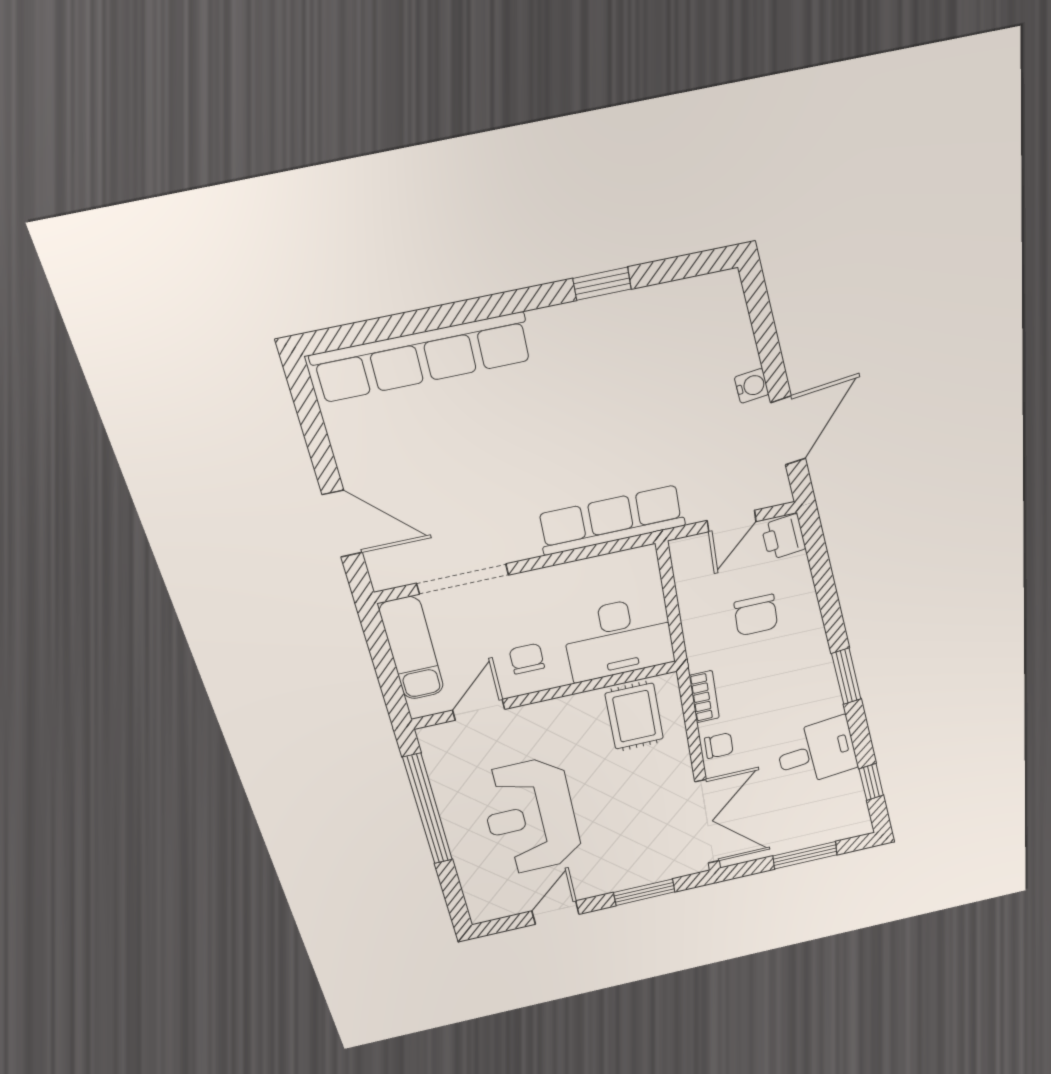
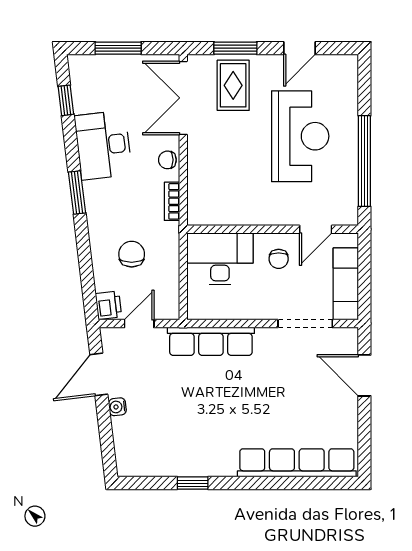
rug: (634, 716) -> (233, 85), moved
desk: (816, 752) -> (103, 145), width x1.37

